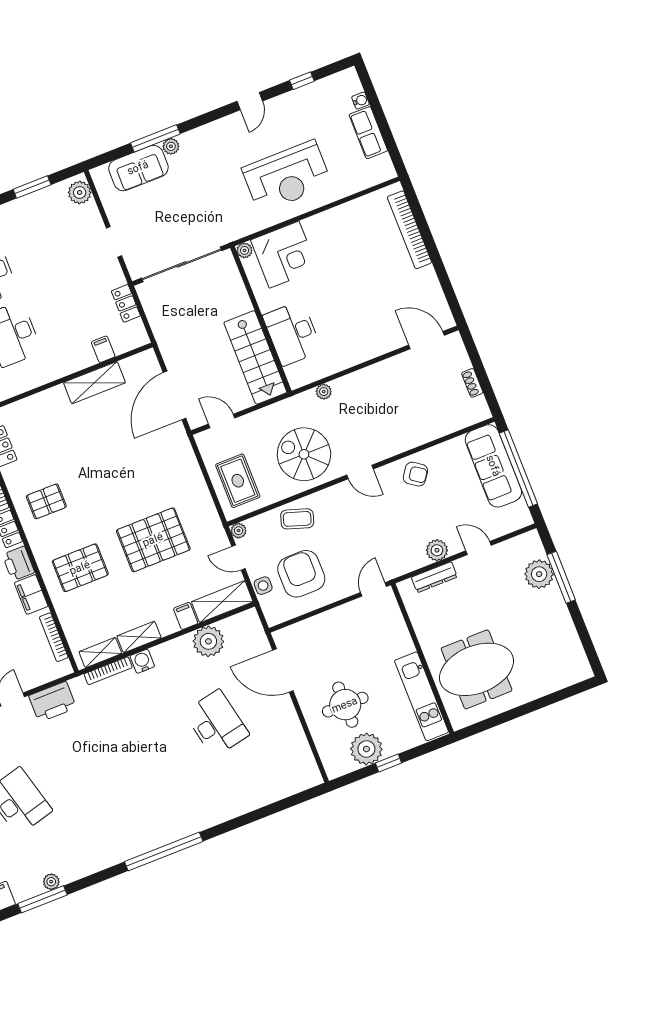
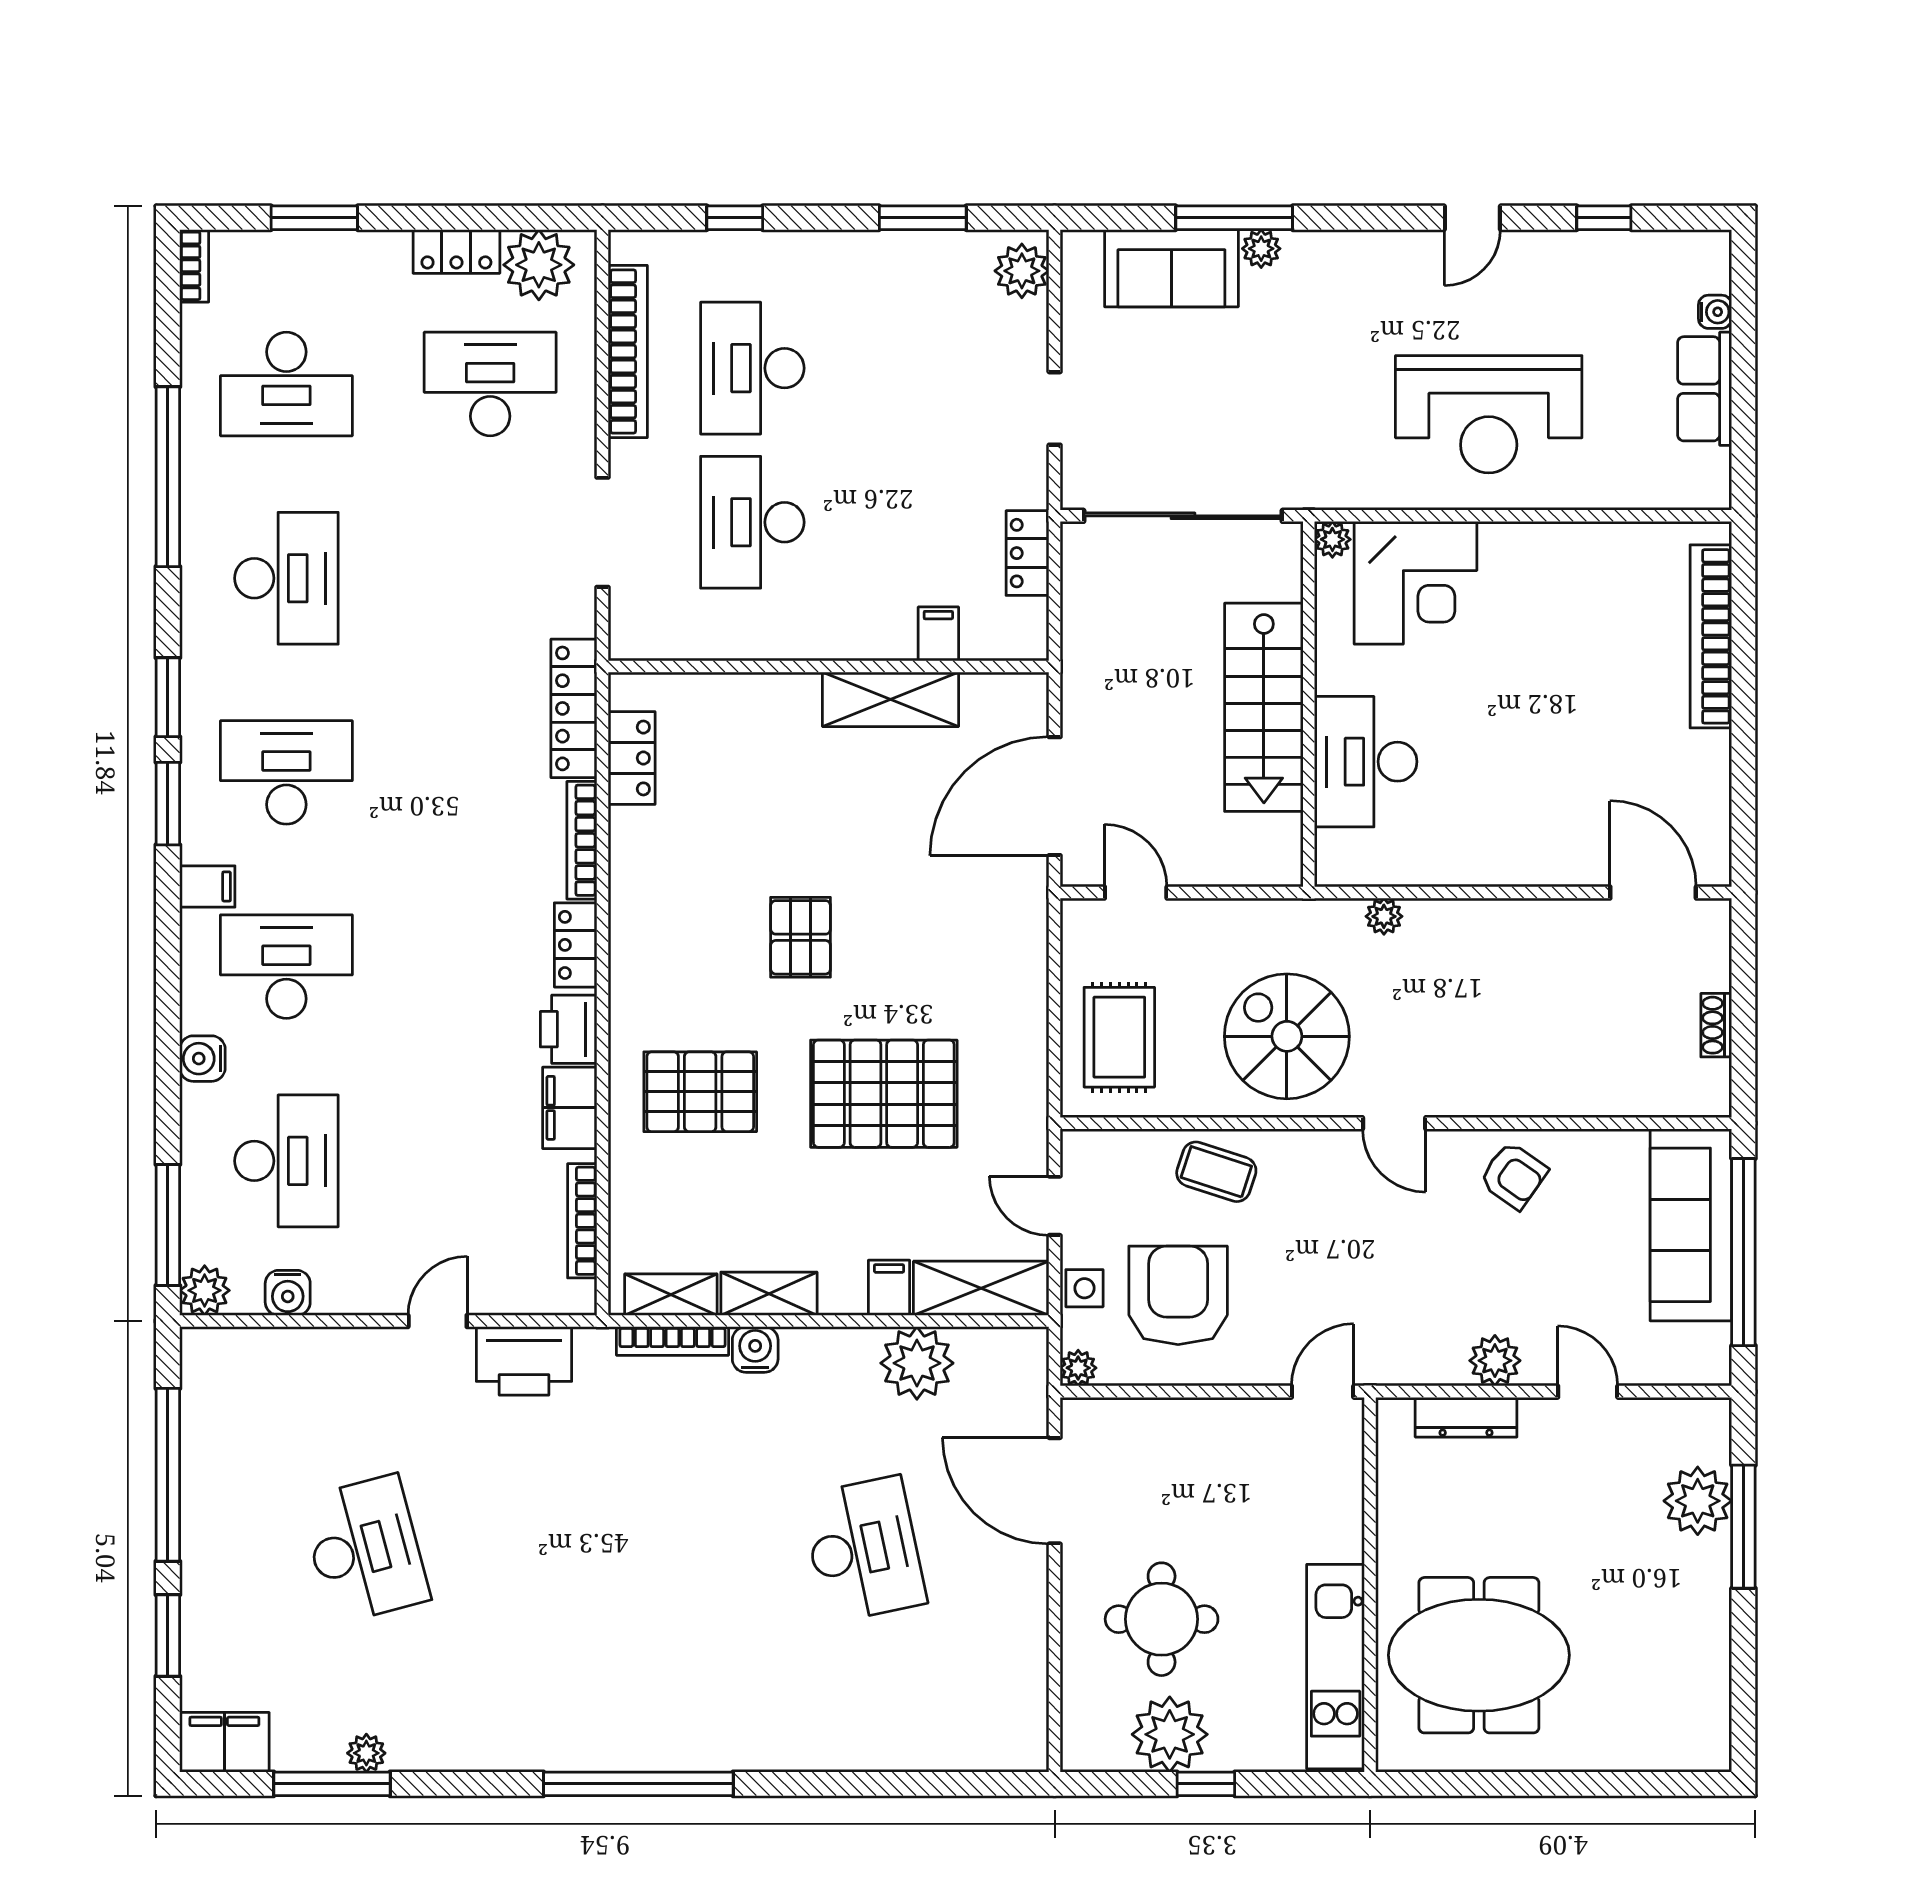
stairs: (255, 357) -> (1264, 707), moved
pallet: (46, 501) -> (801, 937), moved, turned 90
plant: (239, 531) -> (1078, 1368), moved

